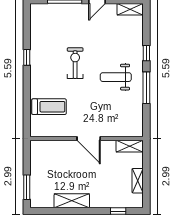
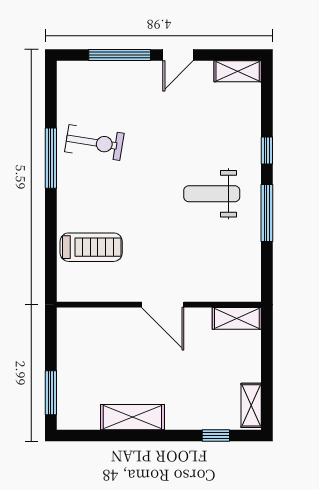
window: (27, 57) -> (51, 158), width x2.17
exercise bike: (75, 63) -> (94, 143), moved, turned 99
shelving: (138, 181) -> (251, 405), moved

